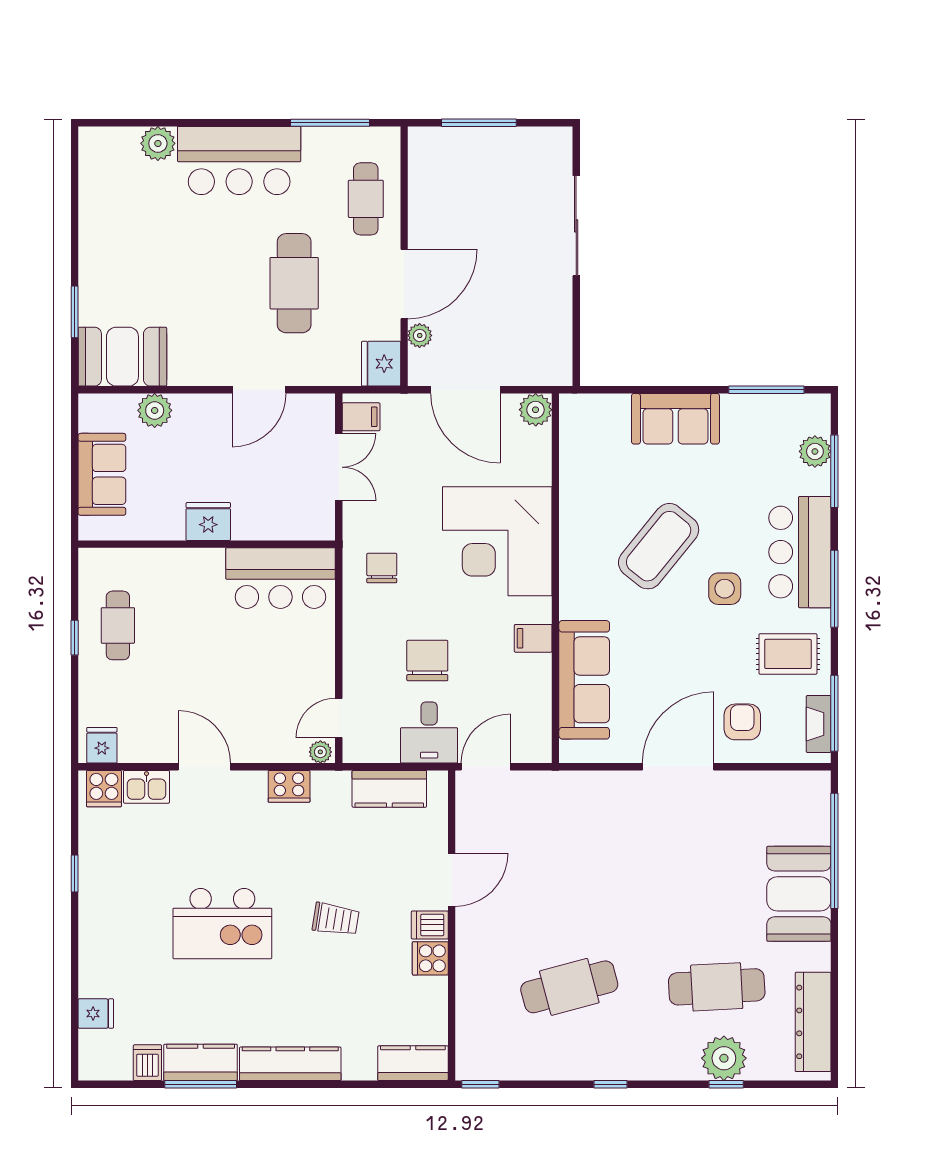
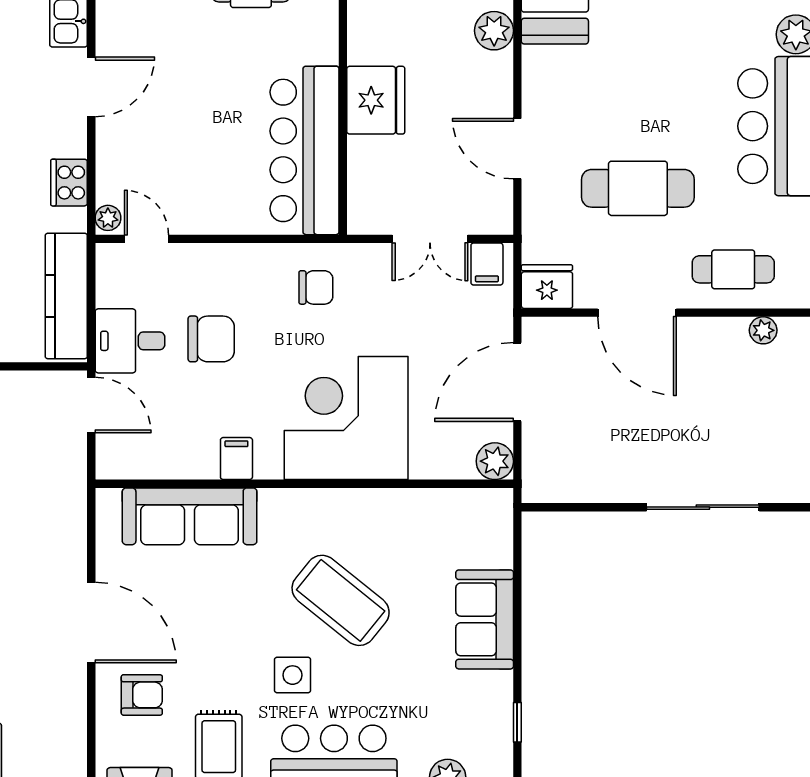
plant: (420, 335) -> (763, 330), moved
window: (766, 390) -> (517, 722), width x0.46
fridge: (208, 522) -> (376, 100), width x1.36, depth x1.34
bar counter: (280, 578) -> (304, 150), width x1.36
kitchen counter: (389, 789) -> (66, 296), width x1.50

